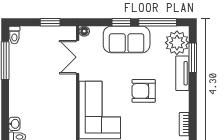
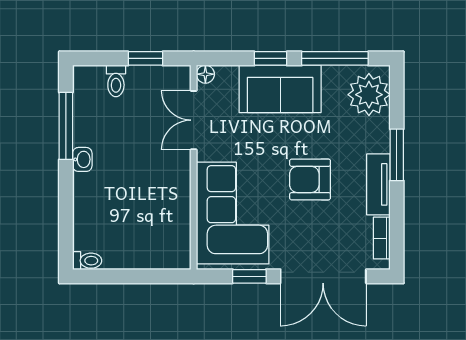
toilet: (14, 35) -> (116, 81), moved
window: (193, 58) -> (397, 155), moved
tv unit: (182, 73) -> (378, 184), moved
washbasin: (14, 124) -> (82, 159), moved

